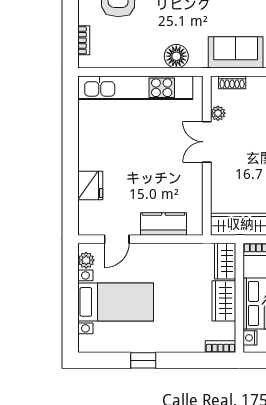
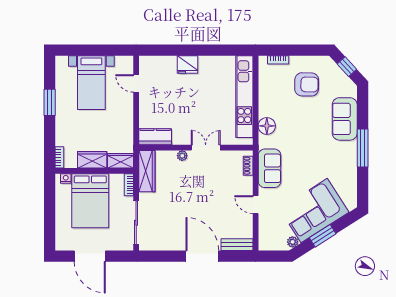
plant: (218, 113) -> (182, 156), moved
fridge: (90, 186) -> (188, 65), moved
kitchen counter: (163, 224) -> (155, 137), moved, turned -90
plant: (86, 260) -> (121, 62), removed
window: (143, 360) -> (50, 102), width x1.50

